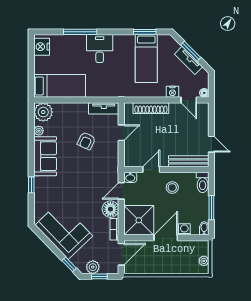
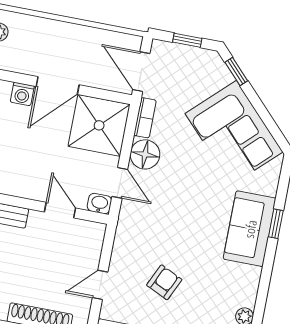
sofa: (45, 156) -> (250, 229), moved
door: (151, 170) -> (60, 210), swing flipped
stool: (172, 188) -> (29, 172), removed
door: (121, 191) -> (120, 183), hinge flipped
door: (121, 254) -> (141, 72), hinge flipped
plant: (93, 267) -> (196, 59), removed

